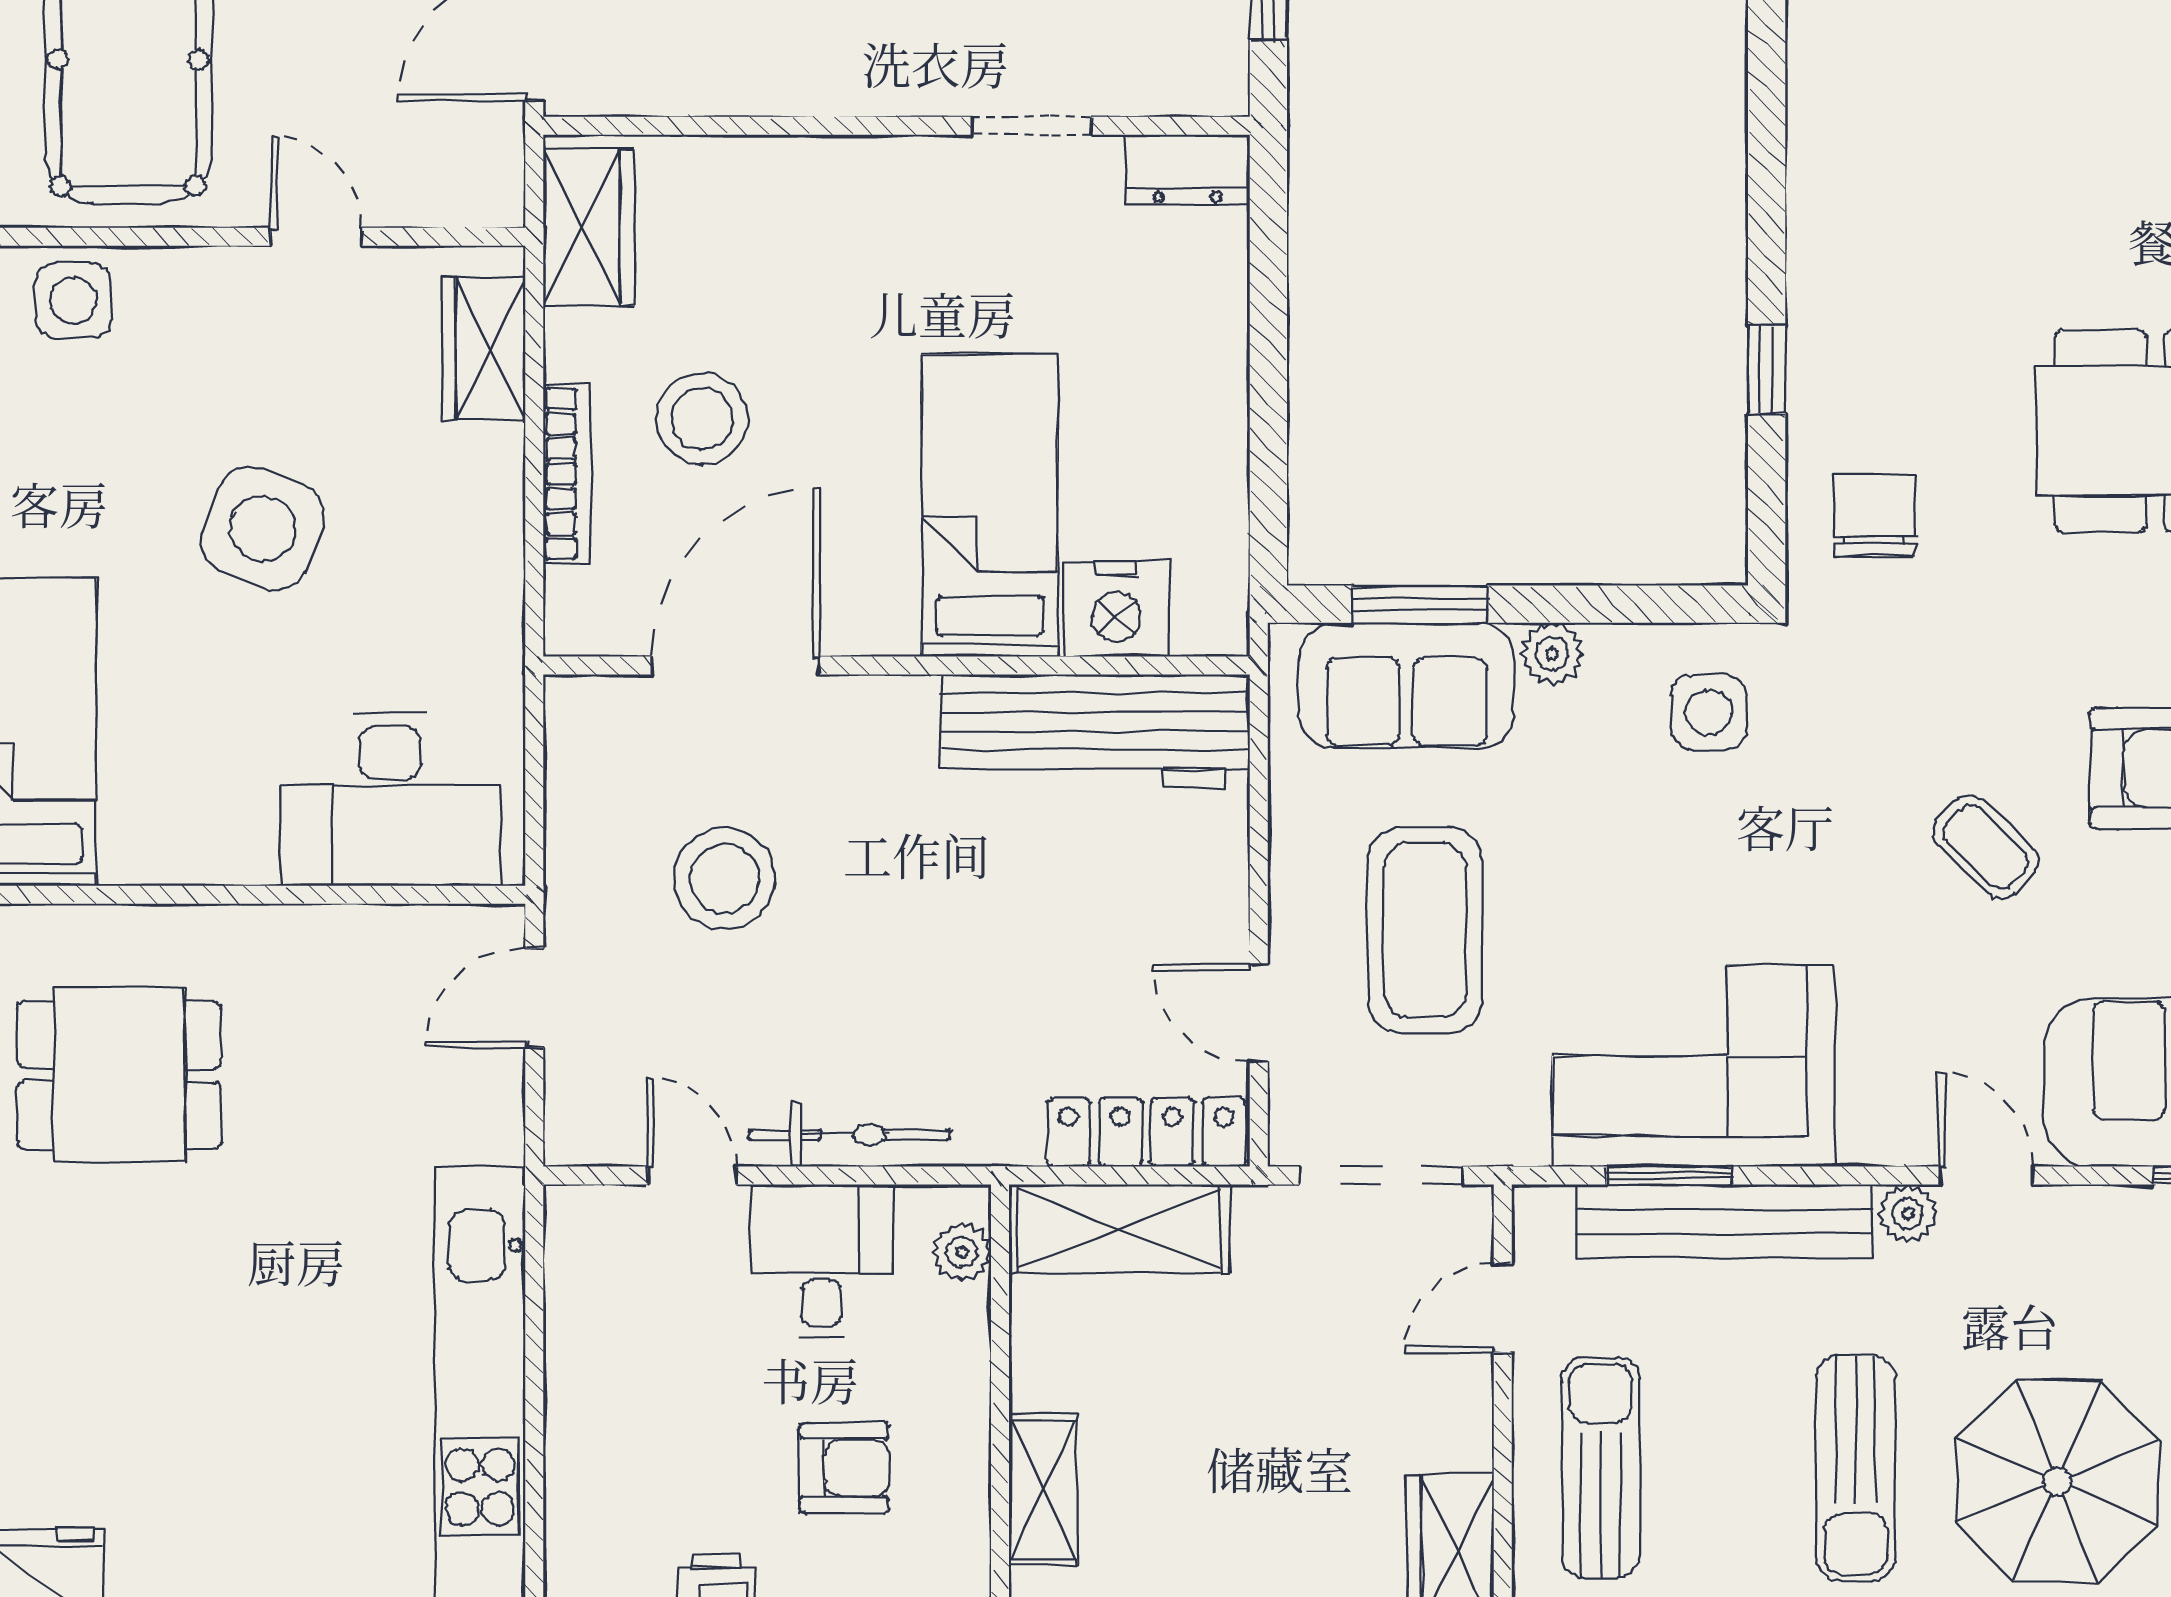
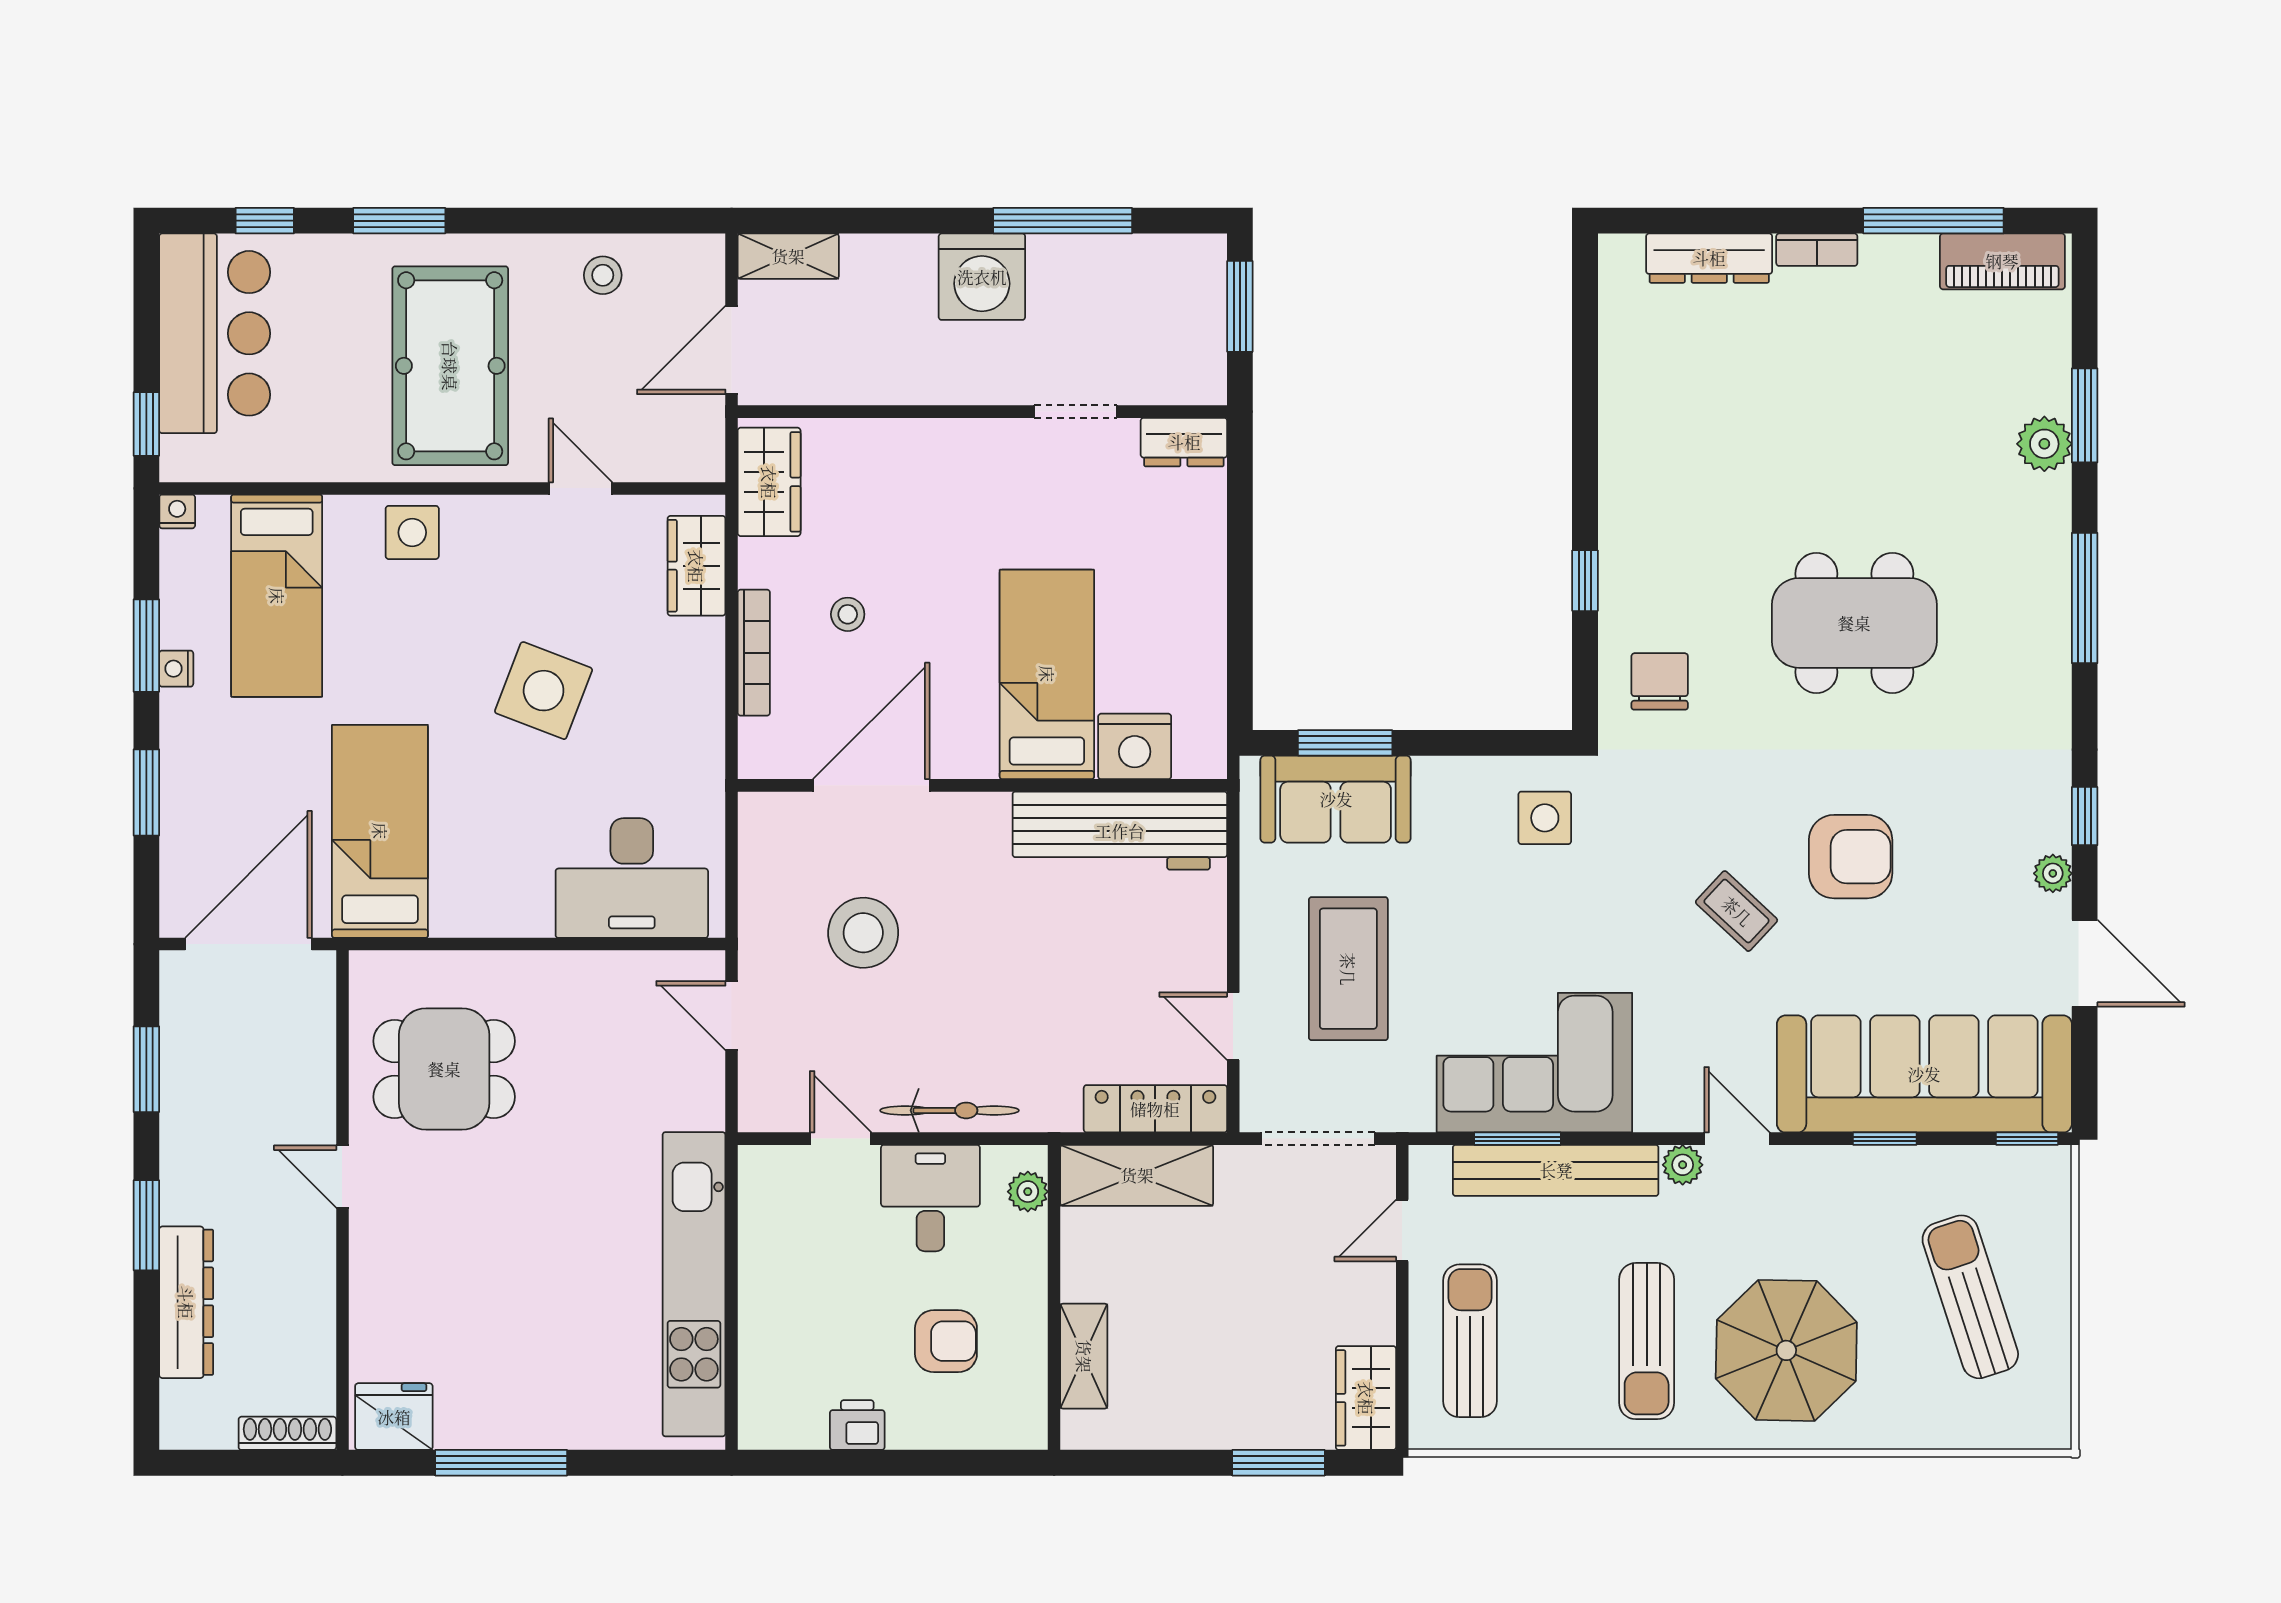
stool: (702, 418) -> (848, 614), width x0.53, depth x0.53
plant: (1552, 654) -> (1436, 777), removed
door: (534, 998) -> (732, 1016), hinge flipped

